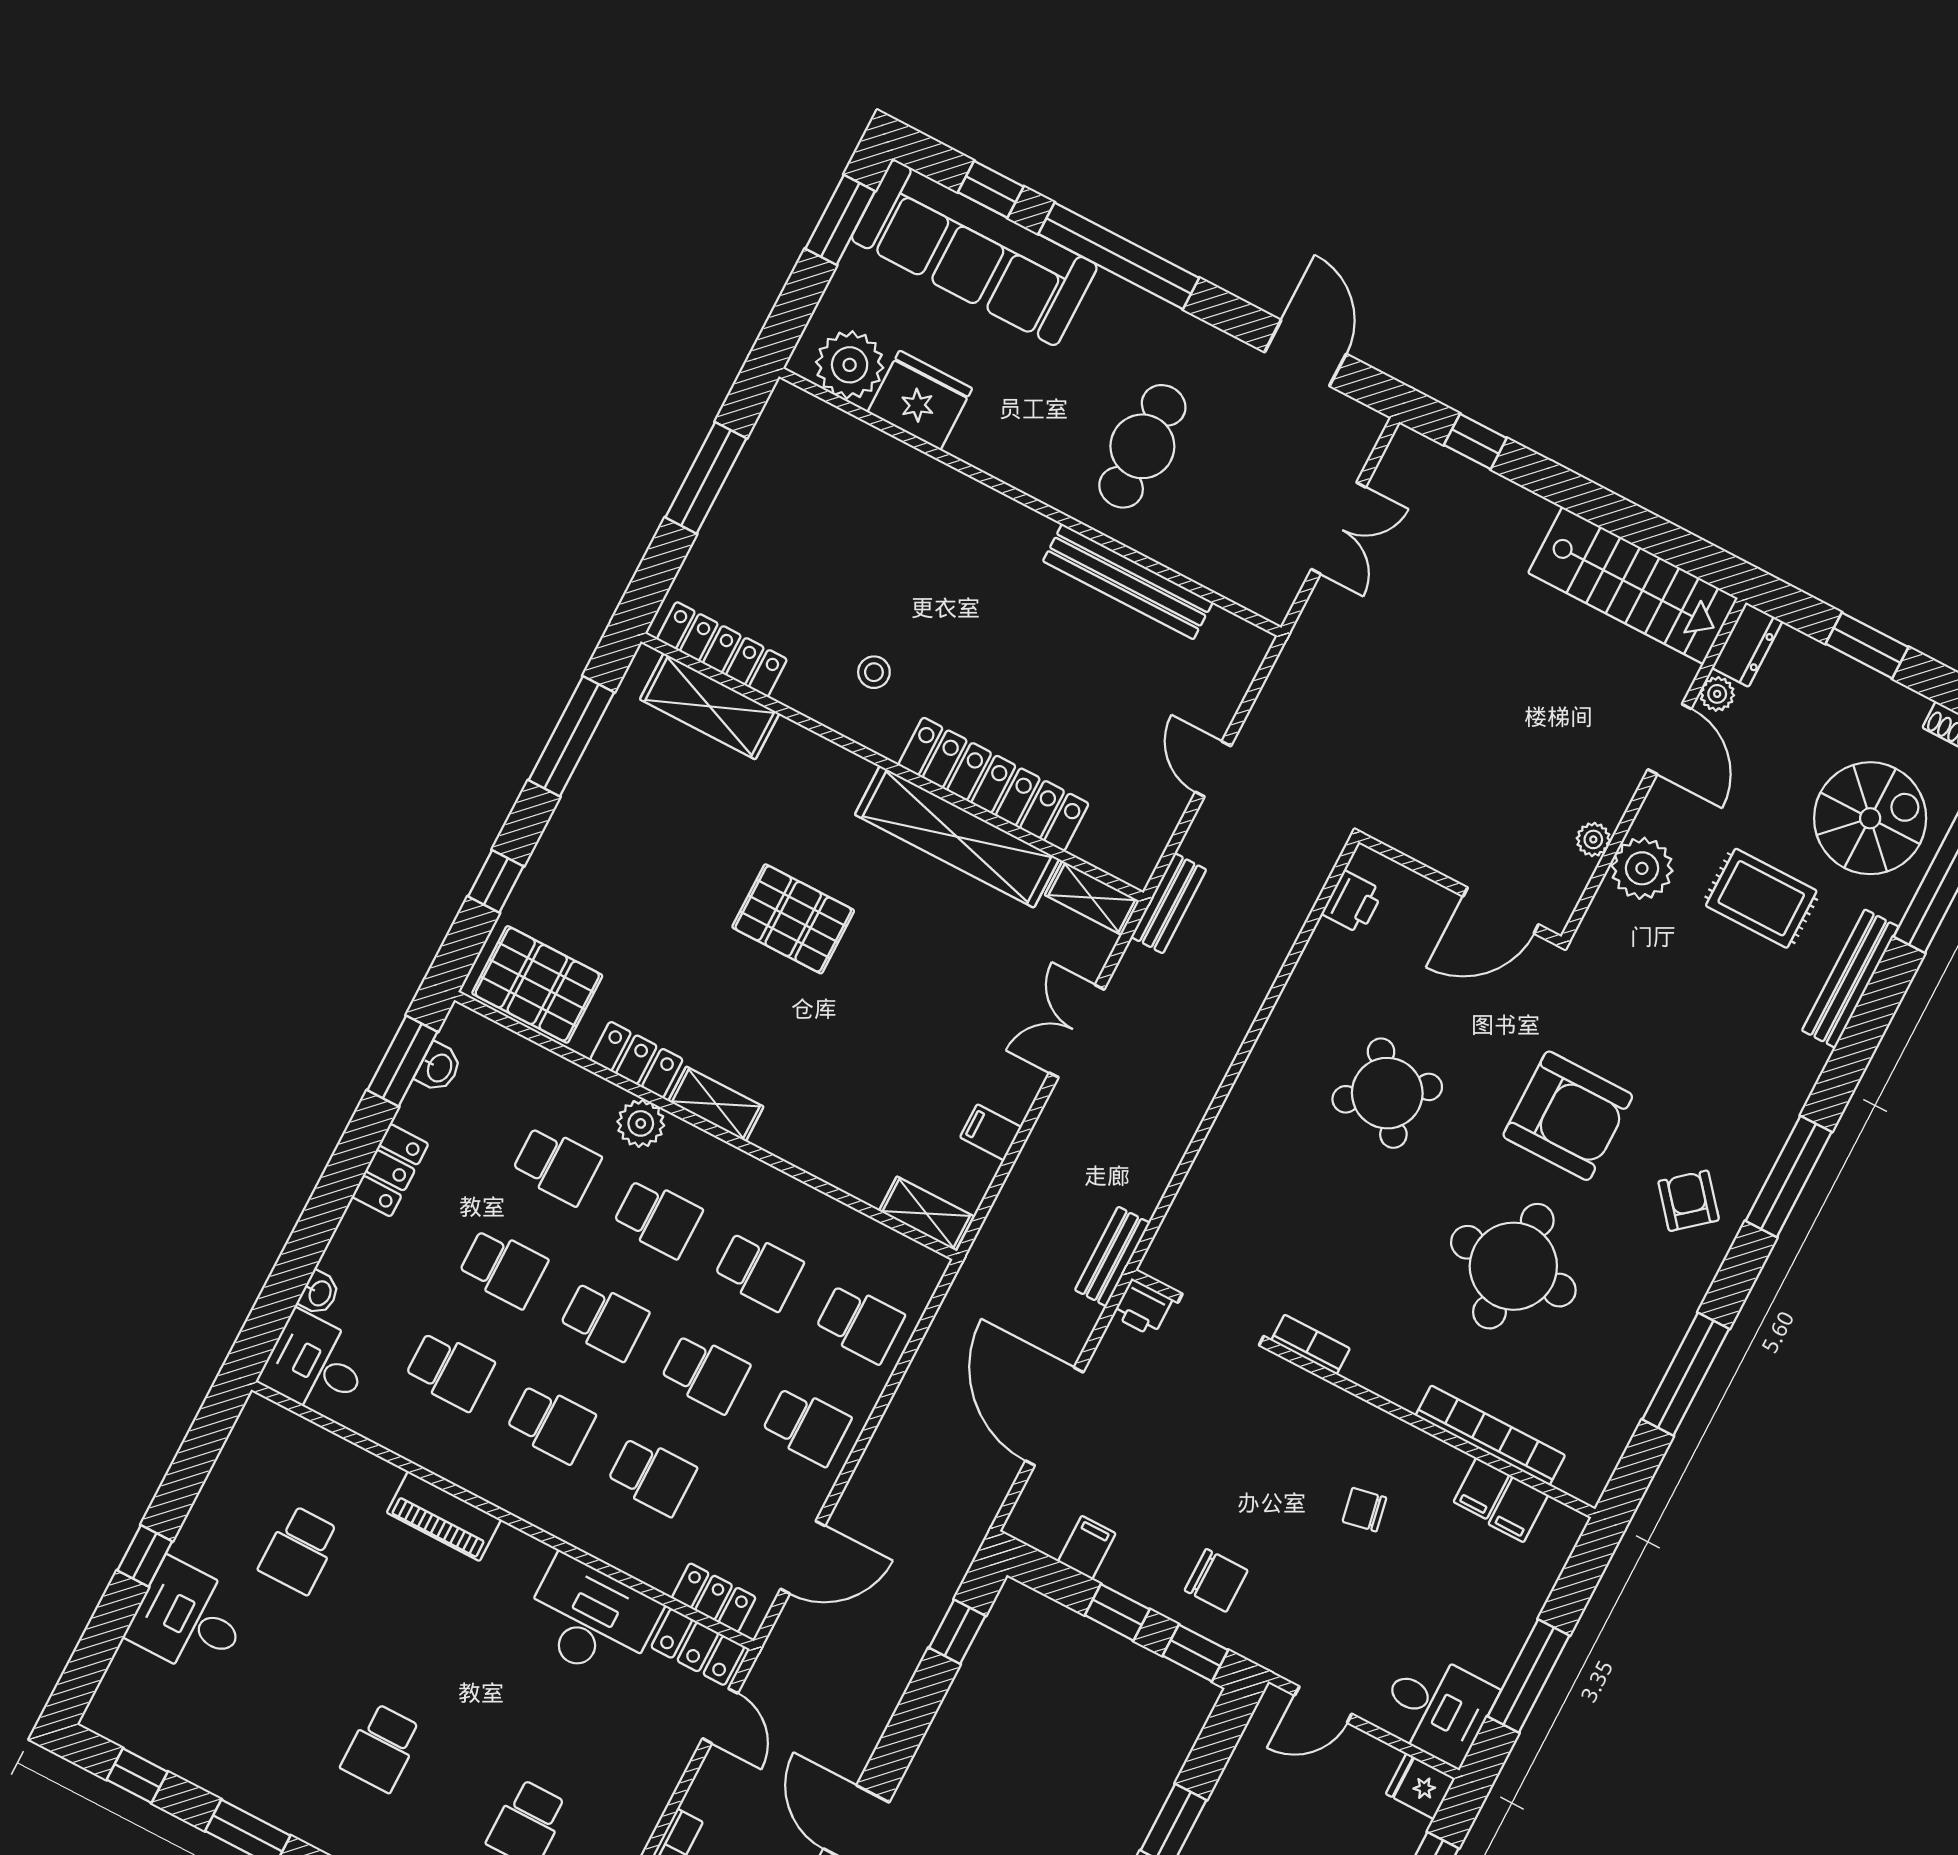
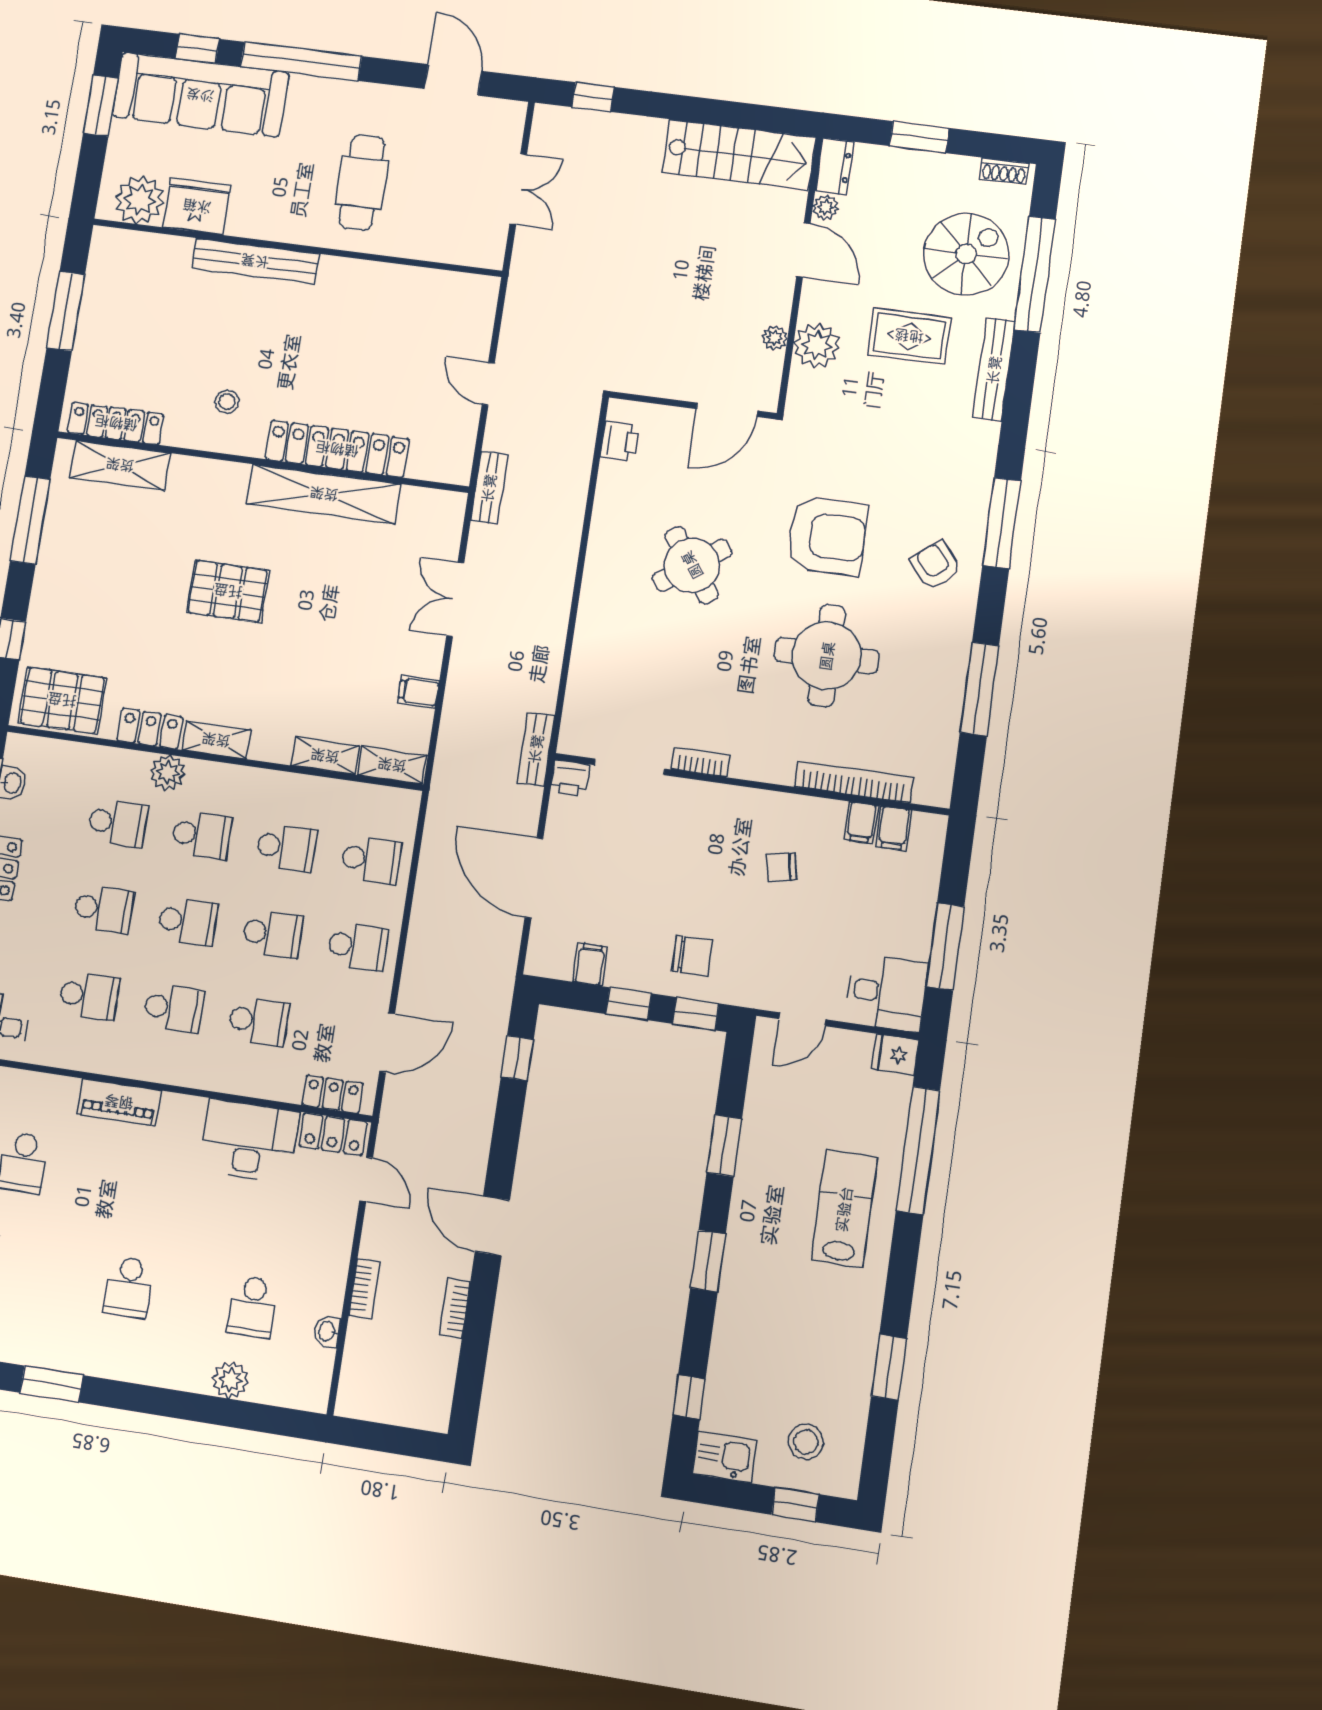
bench: (1128, 582) -> (255, 261), moved
shelving: (1092, 898) -> (325, 756), moved

